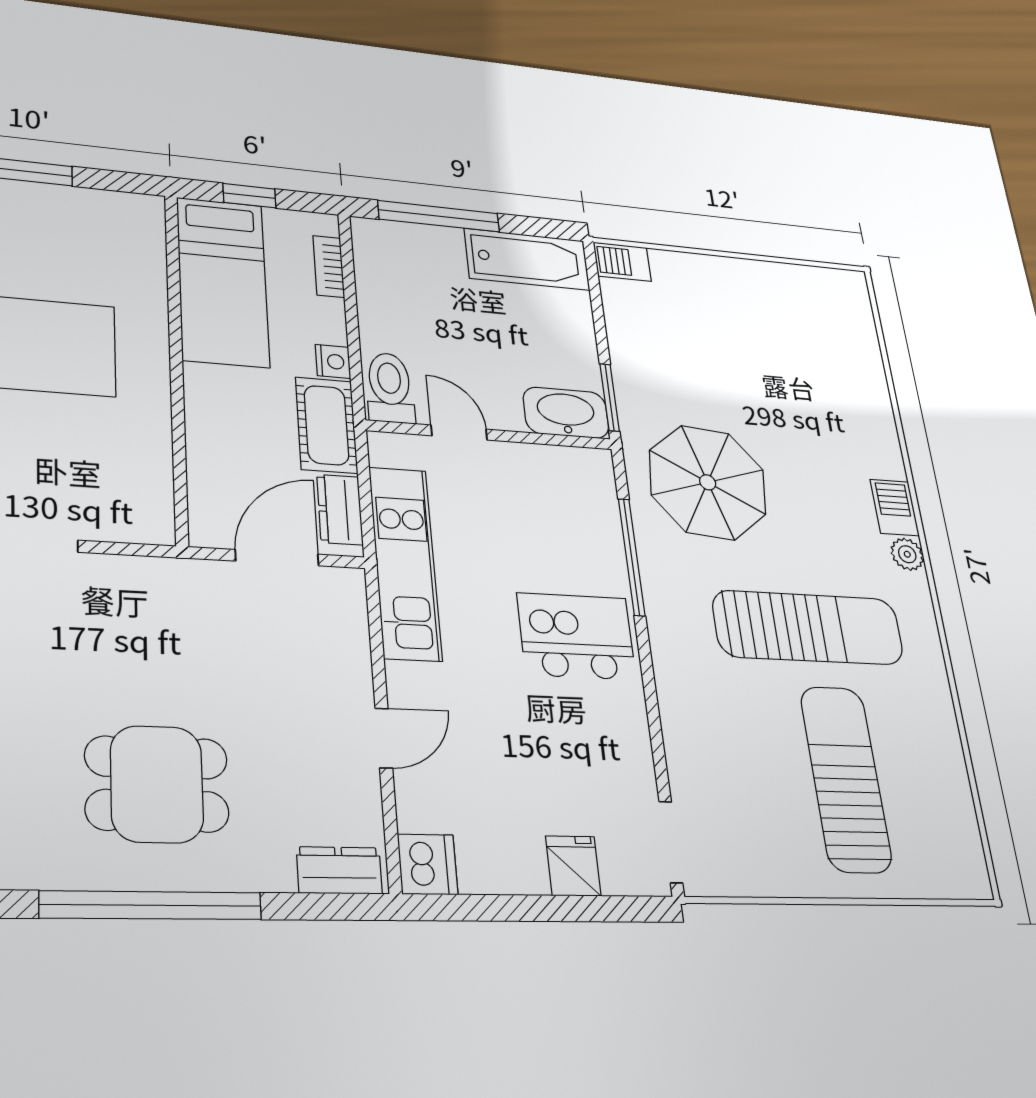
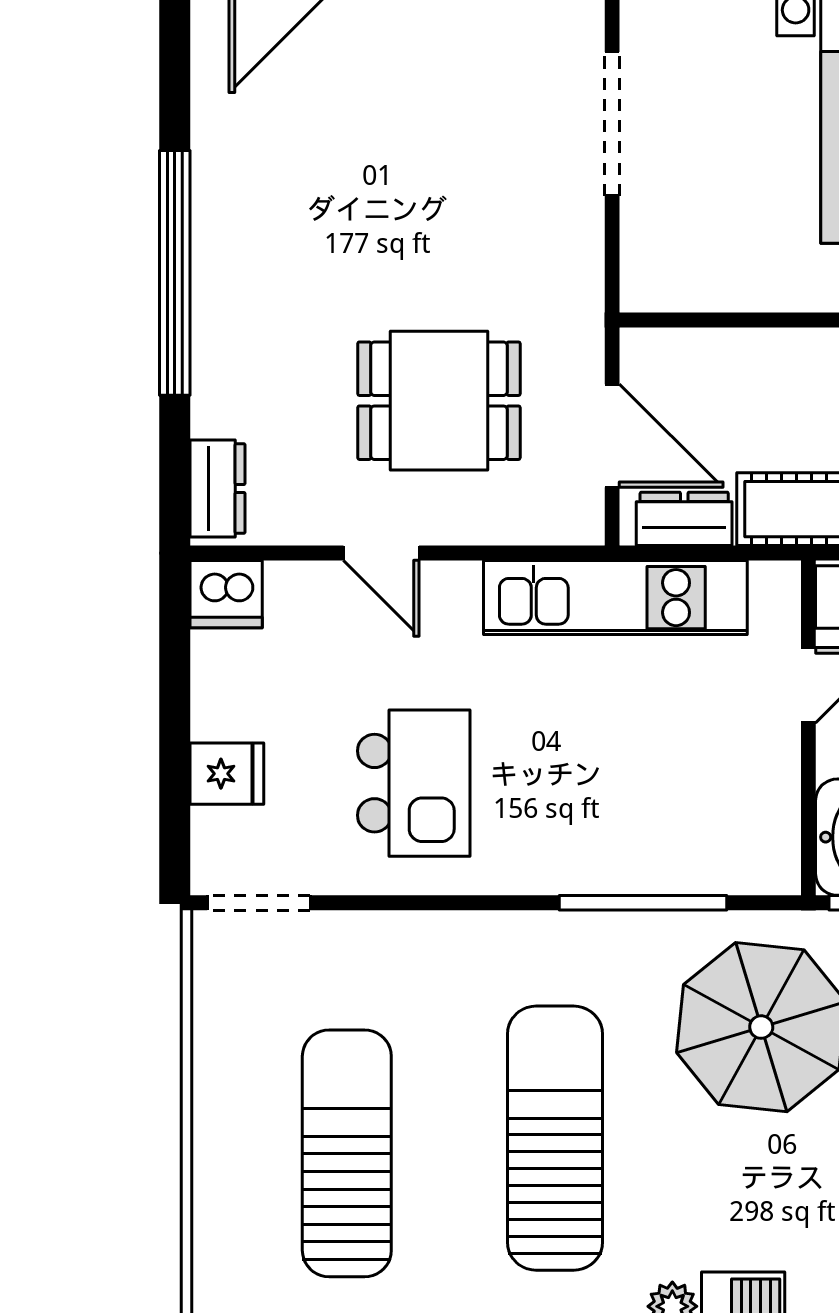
sun lounger: (808, 628) -> (555, 1138), turned 180
kitchen island: (576, 636) -> (414, 783), moved
sun lounger: (846, 778) -> (347, 1153), turned -90
dining table: (157, 784) -> (439, 401), moved, turned 90

